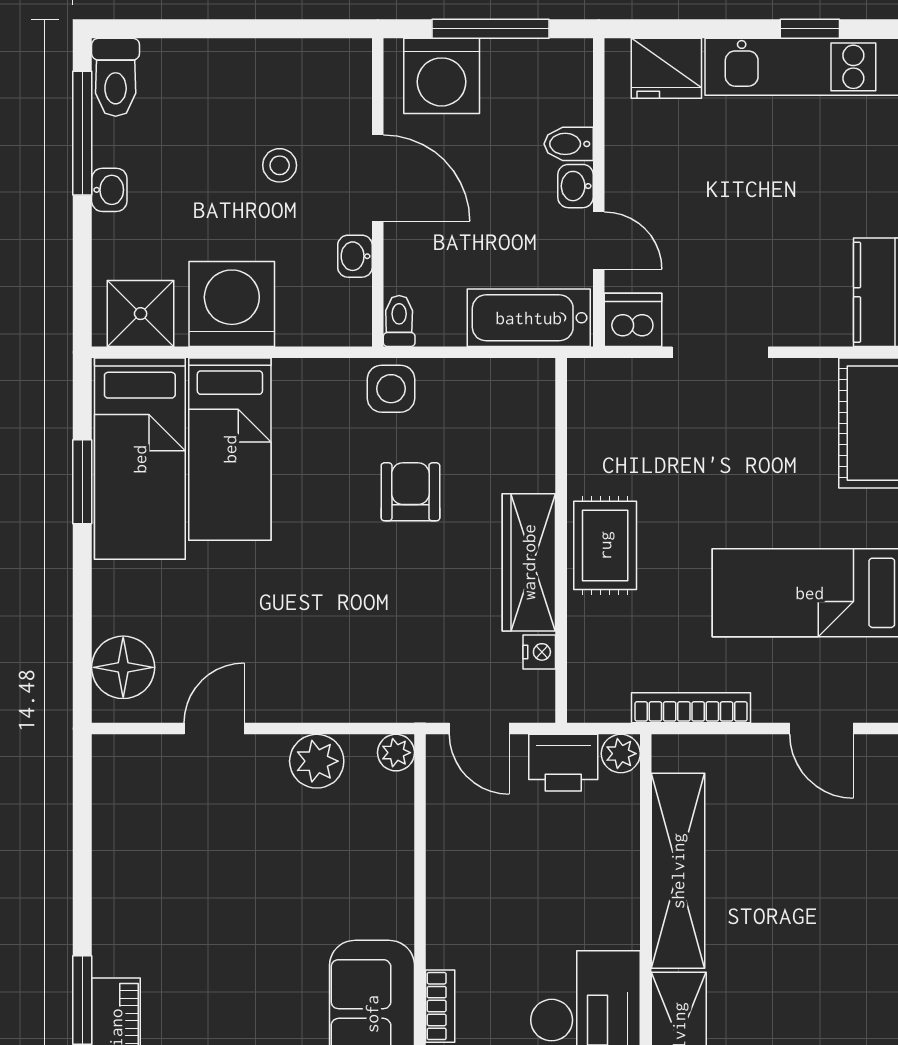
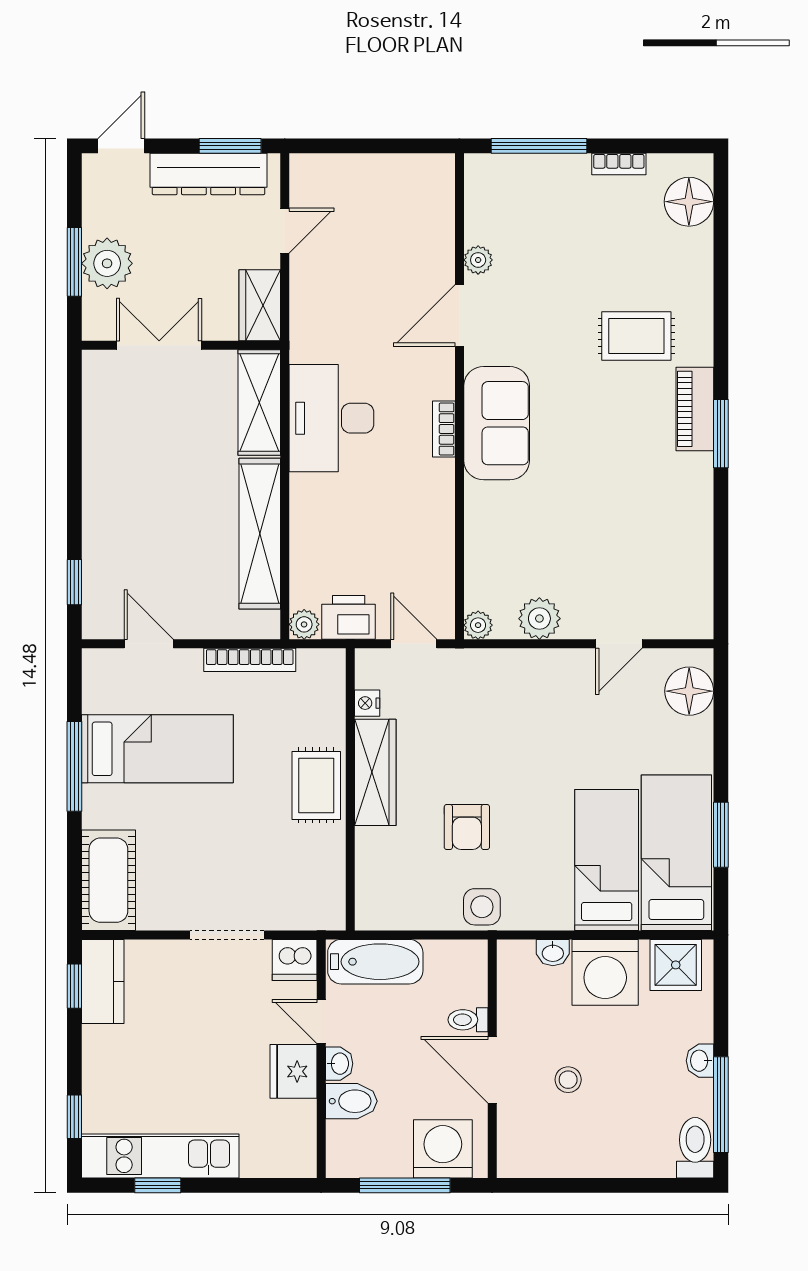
fridge: (666, 68) -> (293, 1071), moved, turned -90
bidet: (569, 144) -> (351, 1101), width x1.38, depth x1.36
washbasin: (355, 256) -> (553, 953), moved, turned 90
toilet: (399, 321) -> (468, 1020), moved, turned 90

